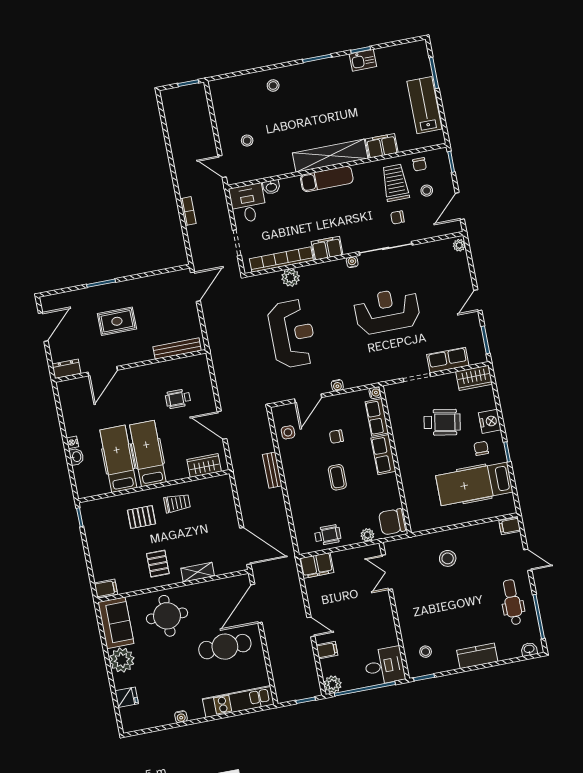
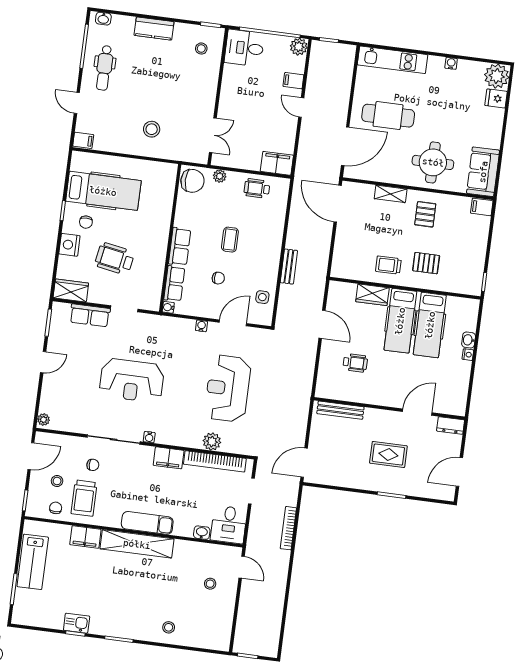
bookcase: (188, 211) -> (288, 528), width x1.56
wardrobe: (204, 466) -> (372, 295), moved
plant: (122, 660) -> (497, 76), moved

